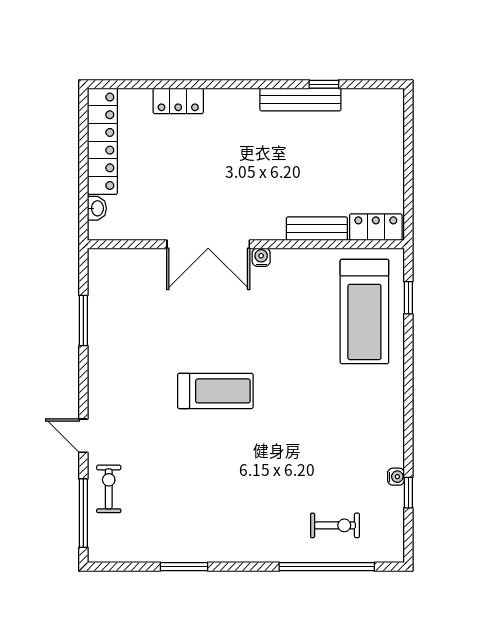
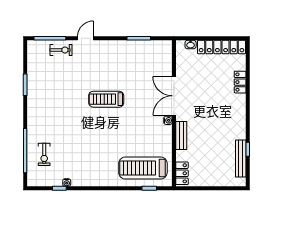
bench: (300, 100) -> (241, 158), moved
bench: (317, 229) -> (181, 136), moved
treadmill: (215, 391) -> (106, 99), turned 90

